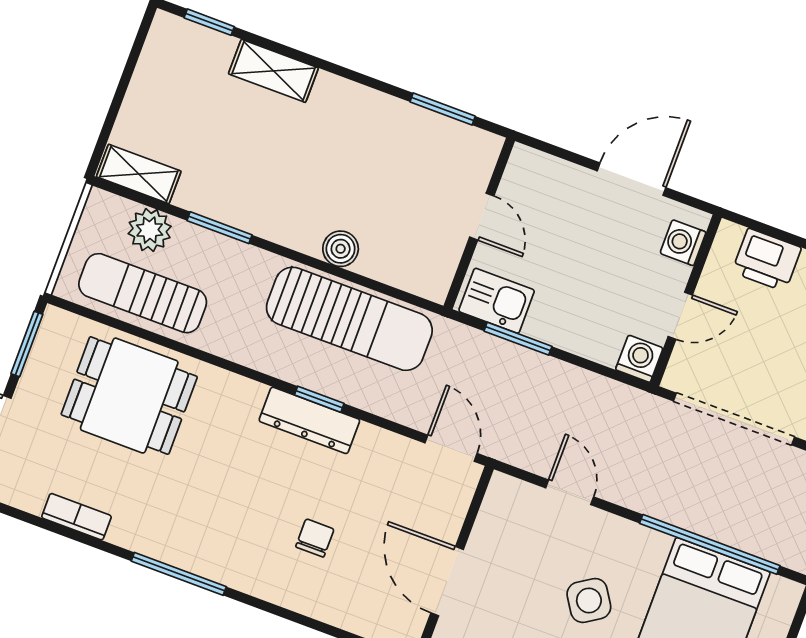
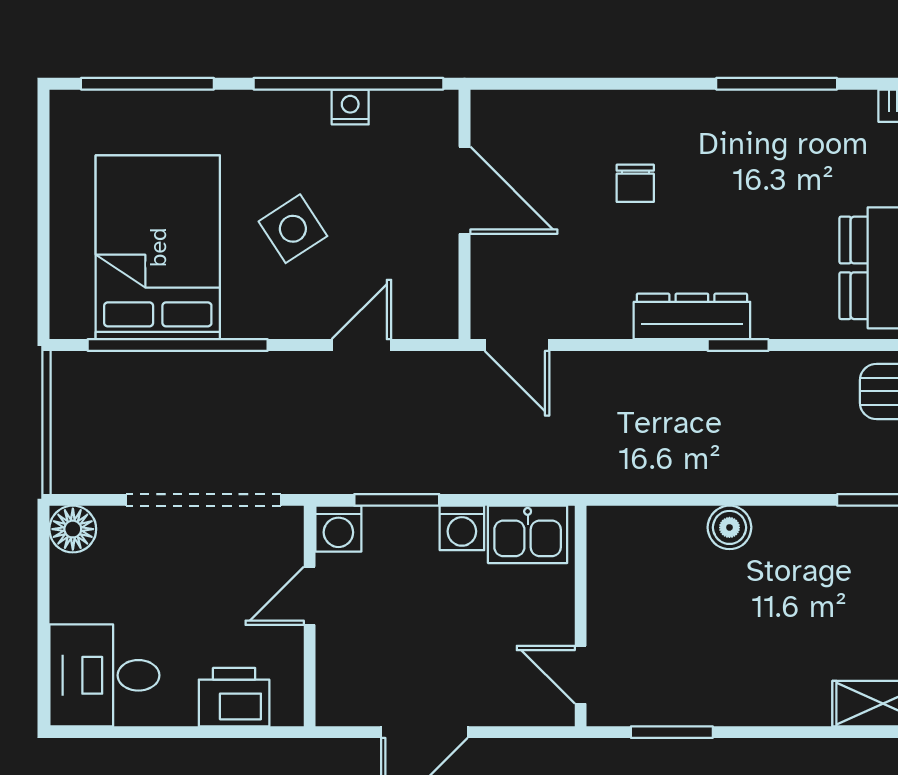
door: (482, 217) -> (581, 675), moved
washing machine: (683, 243) -> (462, 528), moved, turned 90
sun lounger: (349, 319) -> (689, 451), removed
window: (518, 339) -> (397, 500), moved
window: (319, 399) -> (738, 345), moved
door: (570, 492) -> (361, 345), swing flipped

